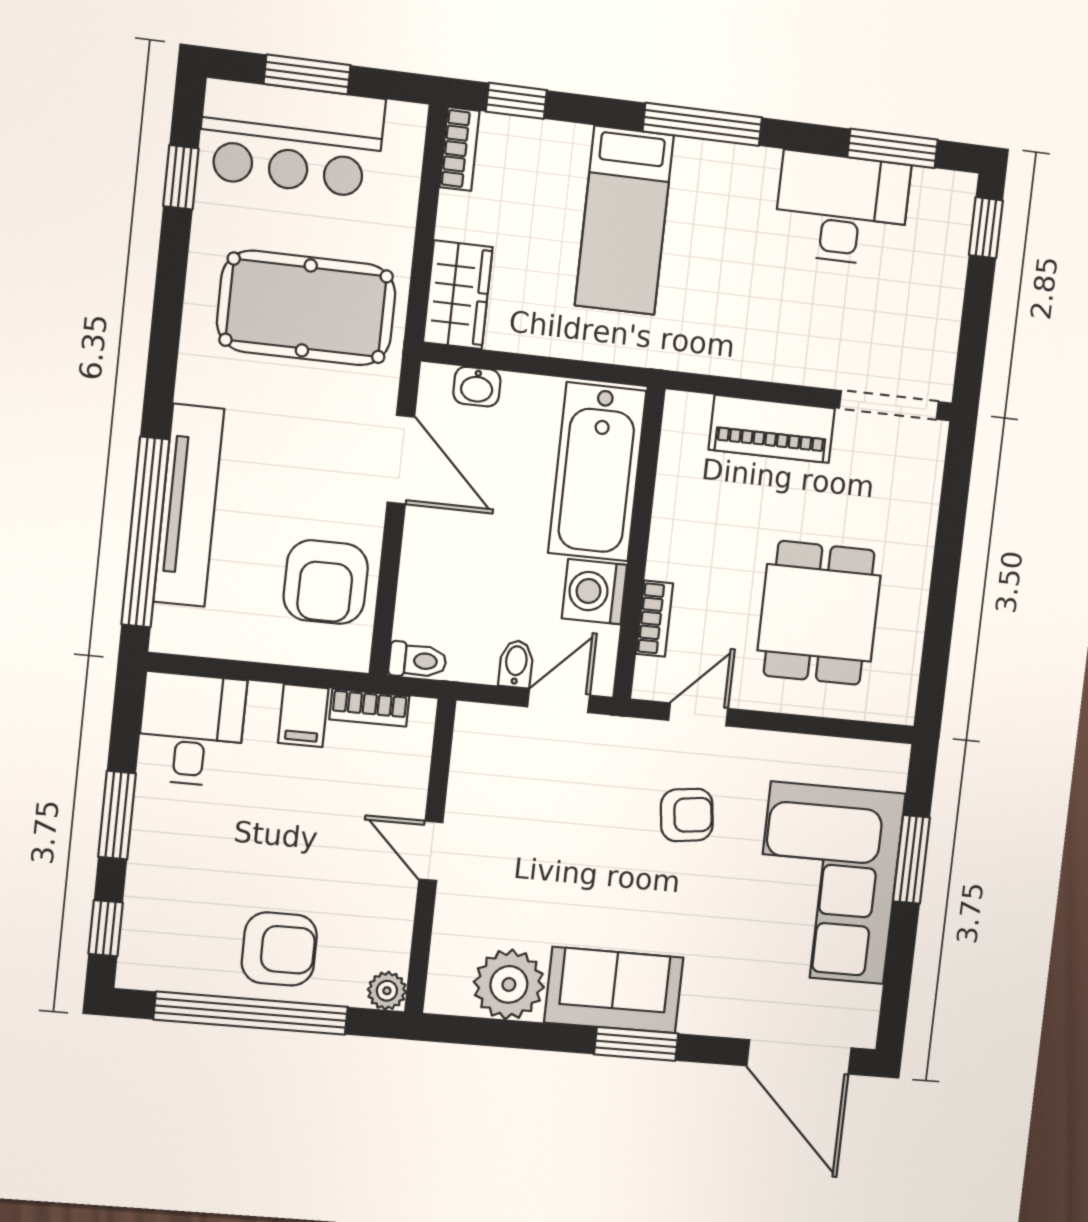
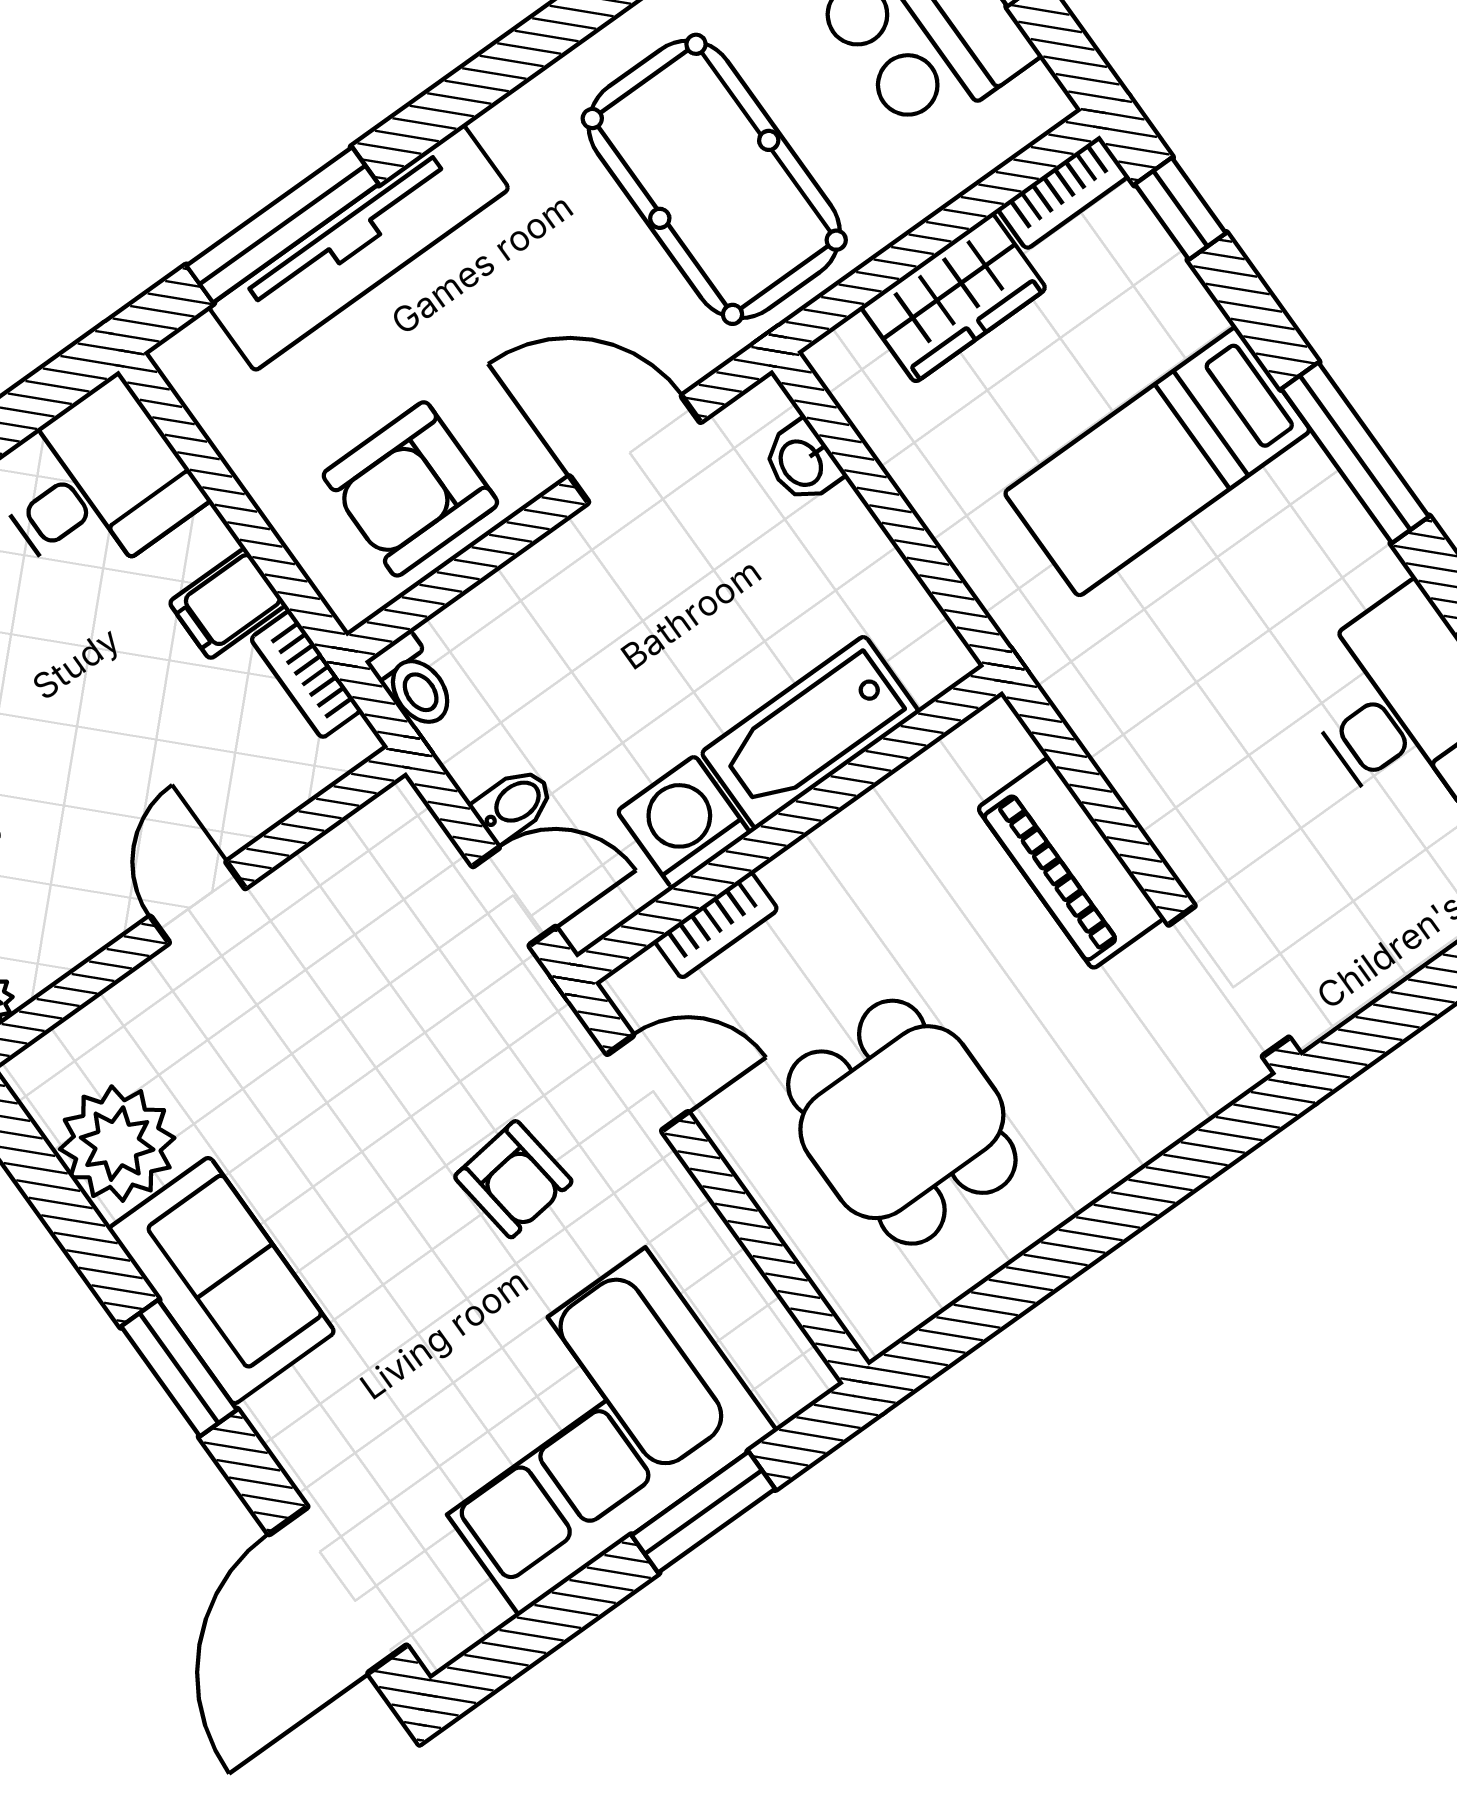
wardrobe: (458, 295) -> (953, 298), moved
door: (401, 460) -> (635, 449), swing flipped
bathtub: (597, 472) -> (810, 732), width x0.73, depth x0.73
window: (145, 532) -> (283, 225), width x0.68
dining table: (819, 613) -> (902, 1122), turned 90

